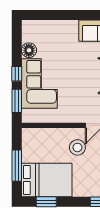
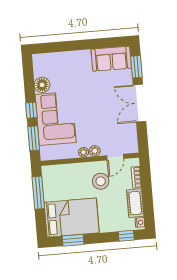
plant: (63, 118) -> (83, 152), added
plant: (74, 118) -> (95, 151), added
window: (17, 166) -> (38, 193), moved

